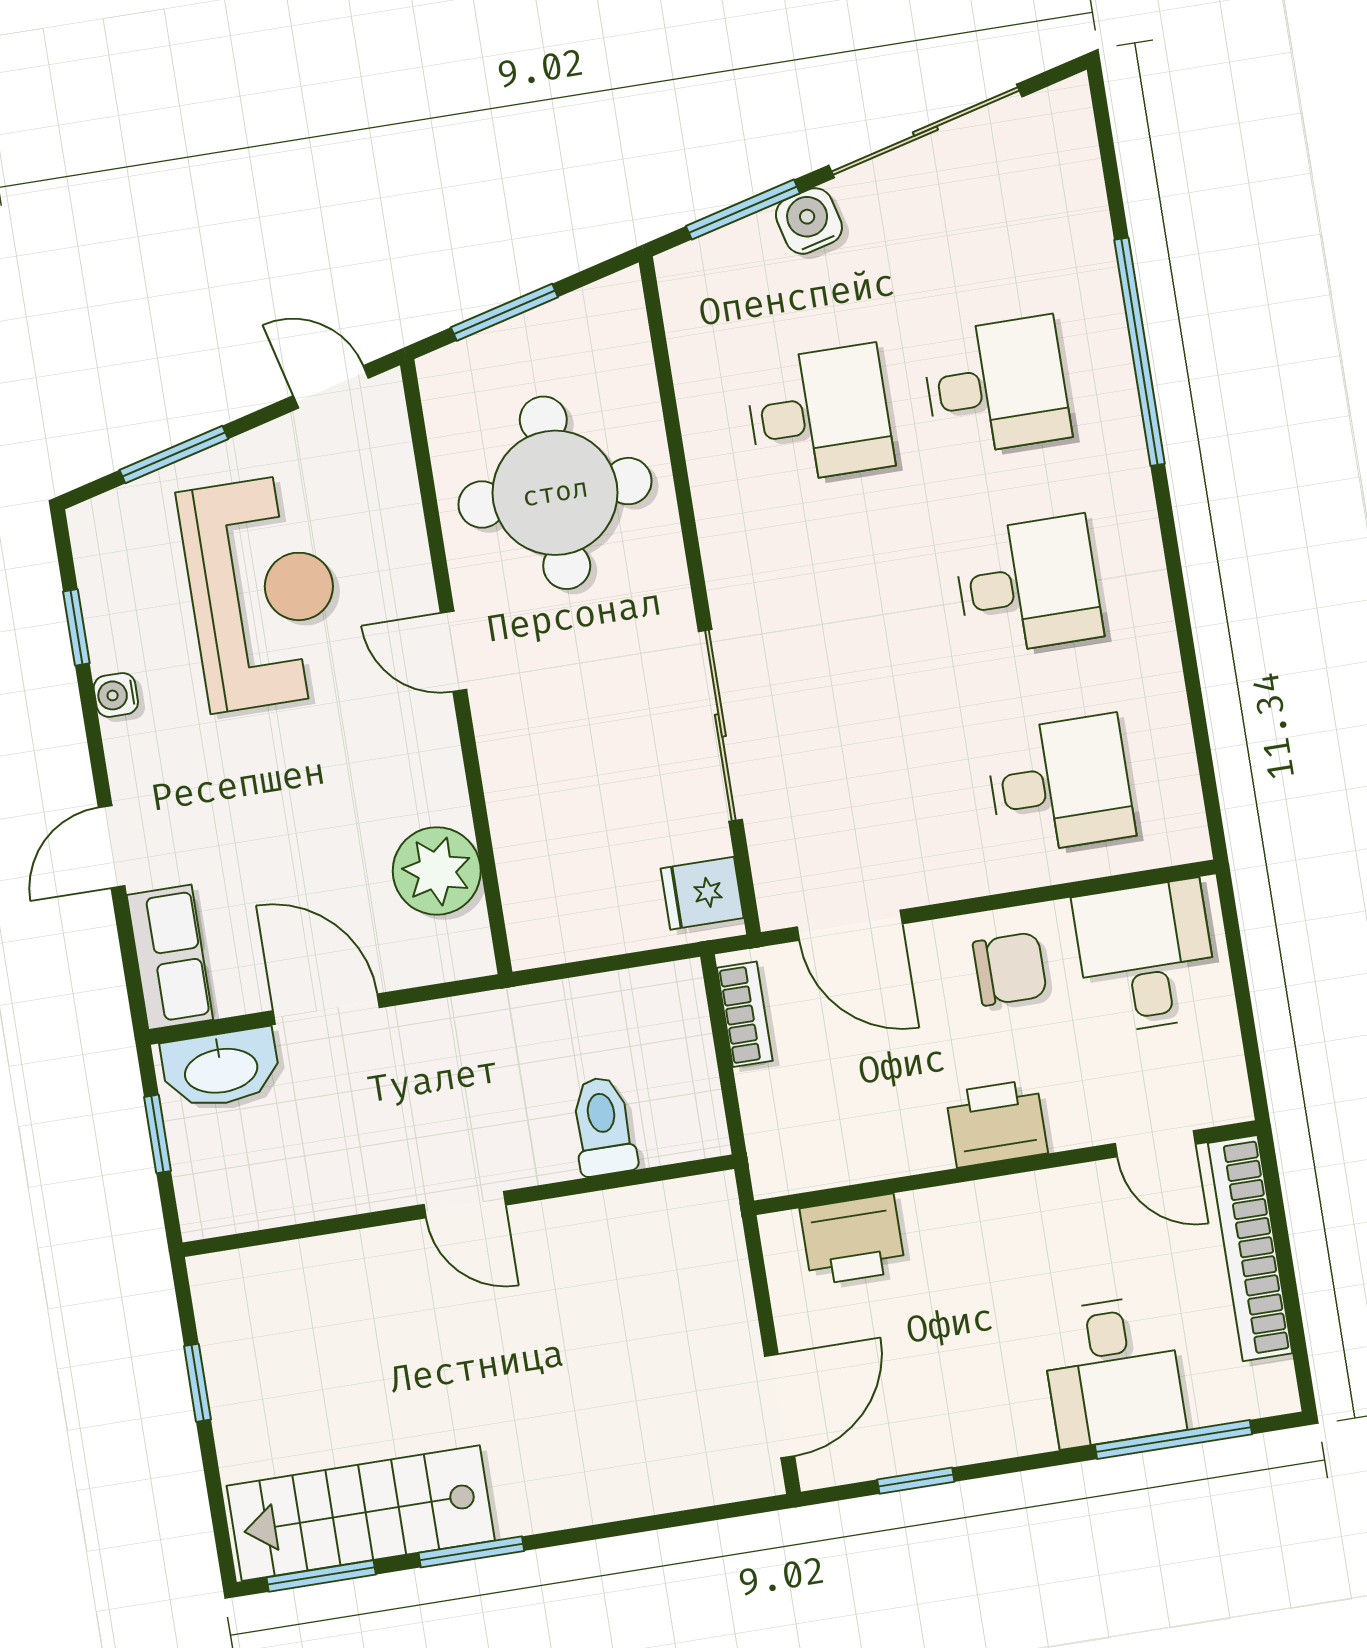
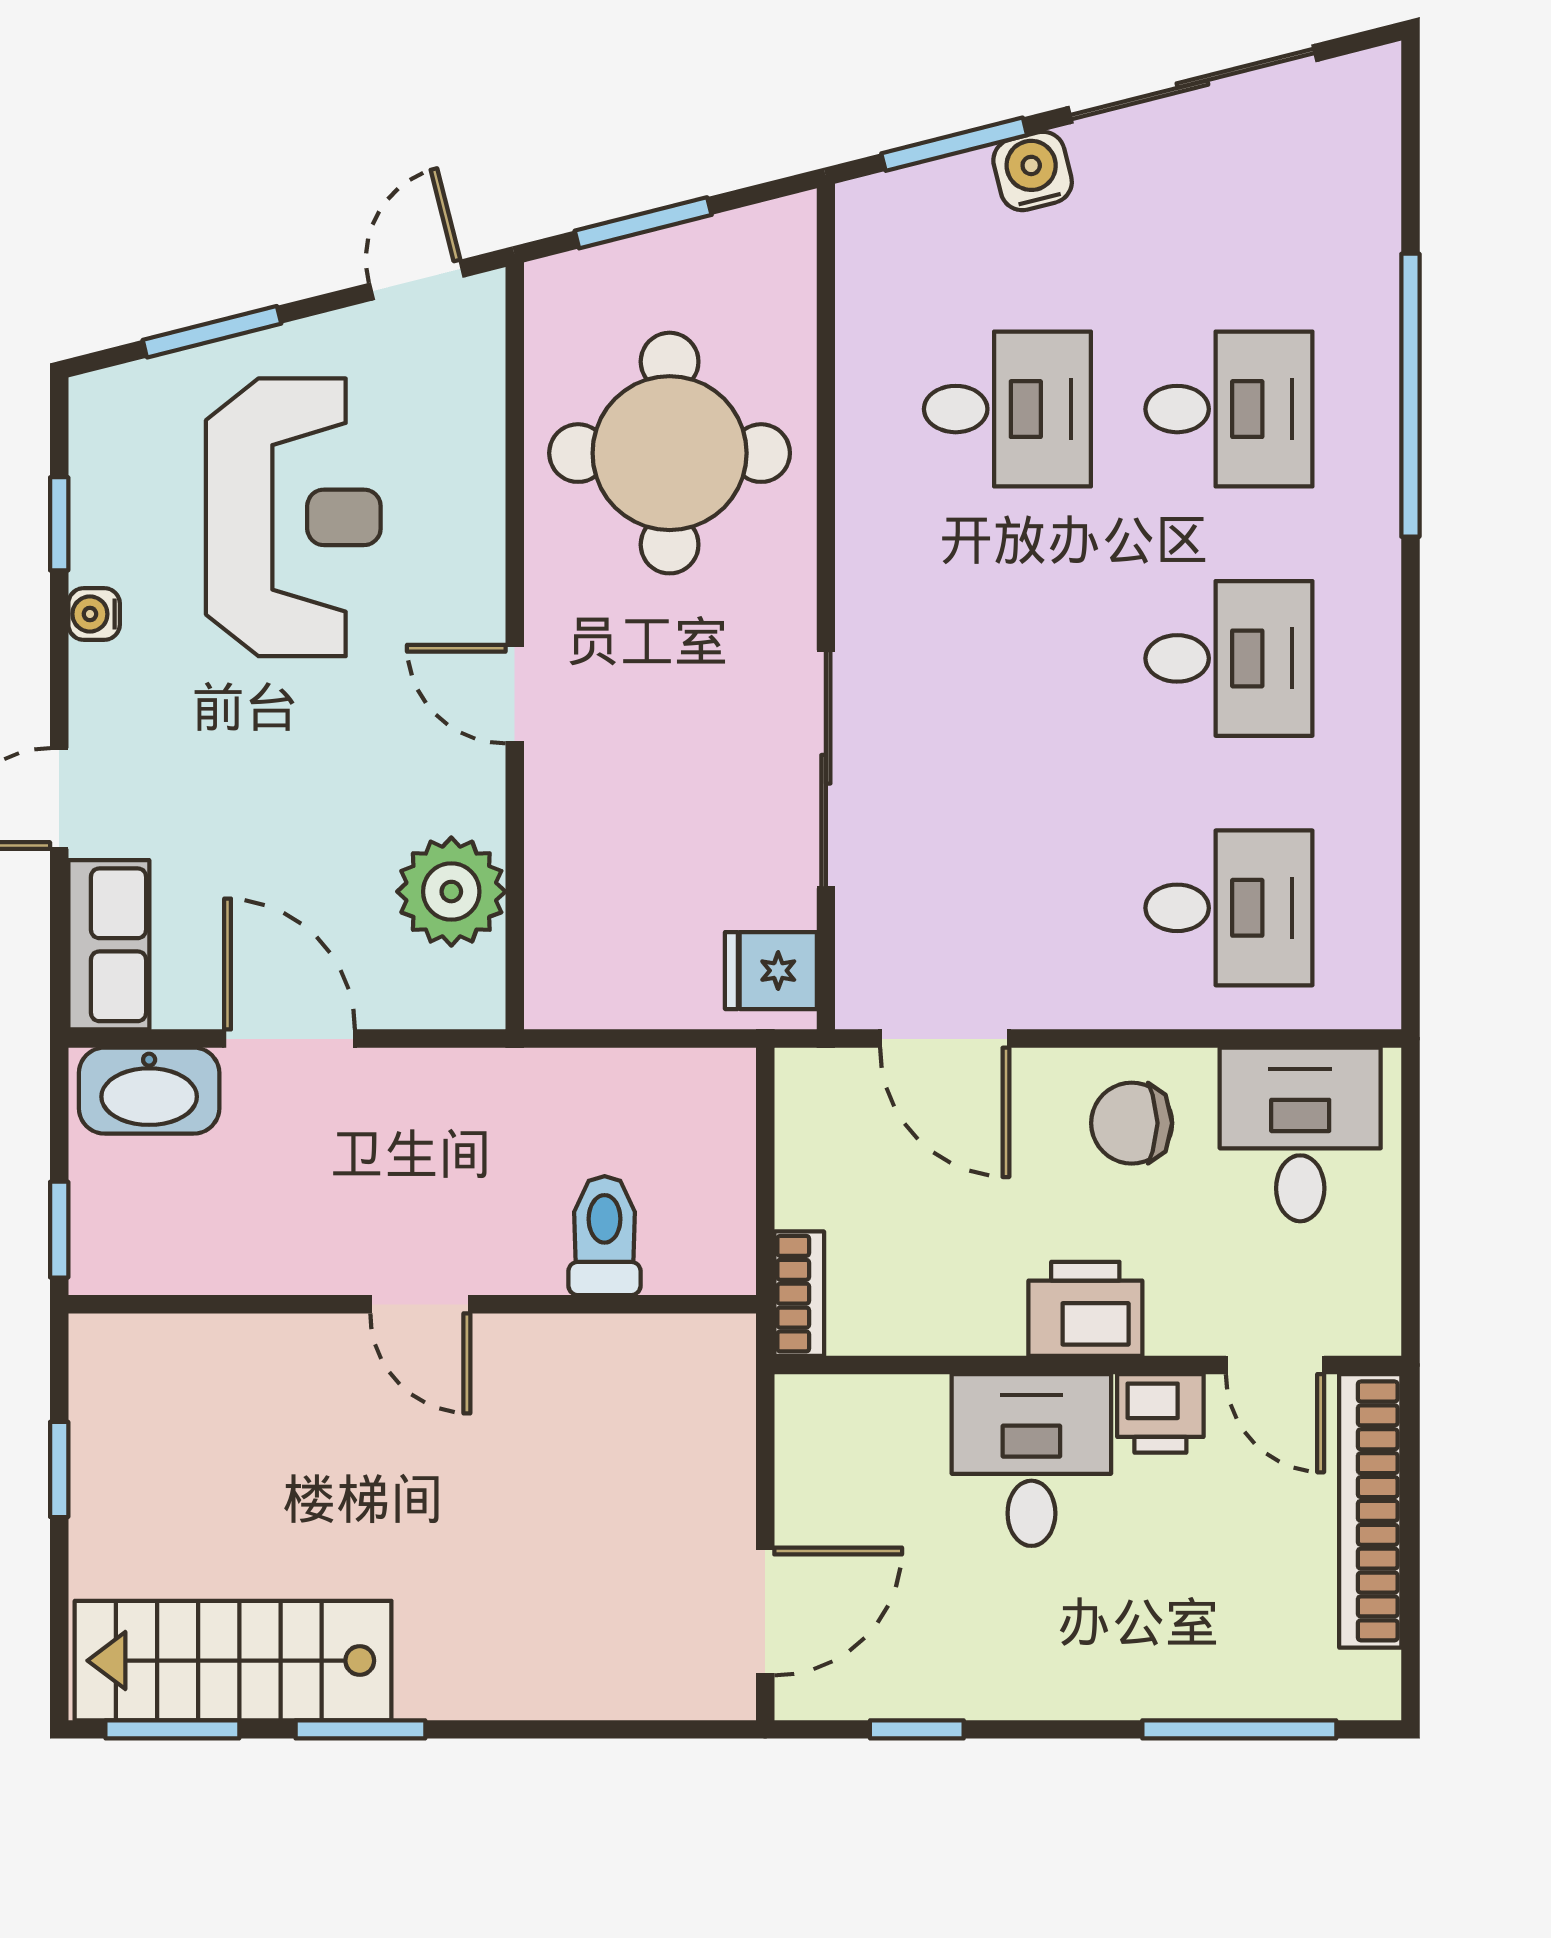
door: (331, 387) -> (417, 280), hinge flipped
door: (453, 651) -> (515, 694), moved
chair: (1010, 969) -> (1132, 1123), turned 180
bookcase: (745, 1014) -> (799, 1294), moved
window: (158, 1134) -> (59, 1230), moved
printer: (853, 1240) -> (1160, 1413), moved, width x0.73, depth x0.81
desk: (1113, 1371) -> (1031, 1460), moved, turned 180

